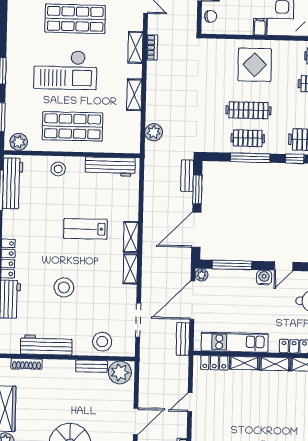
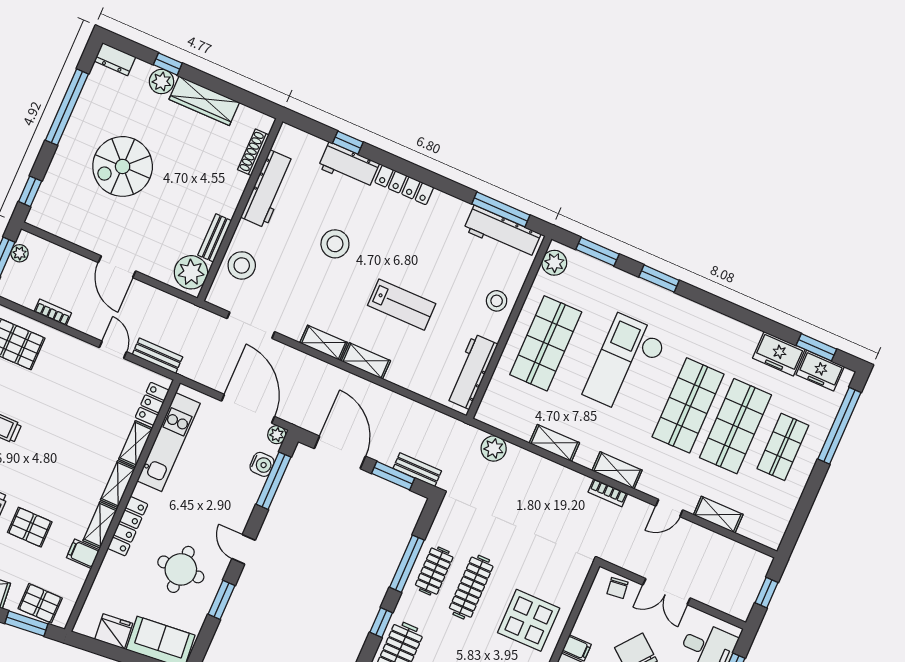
lab bench: (85, 229) -> (402, 305), turned 90
water cooler: (264, 278) -> (262, 464), moved
bench: (183, 339) -> (157, 356), moved

